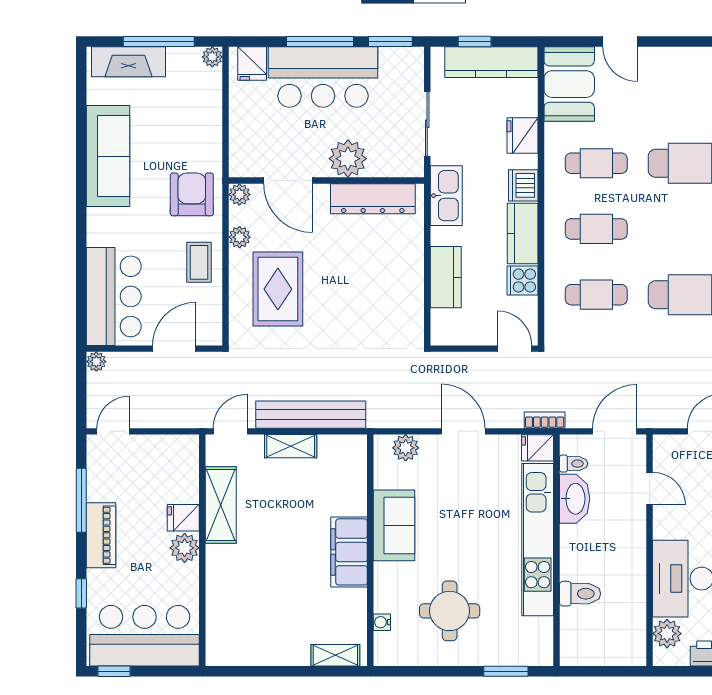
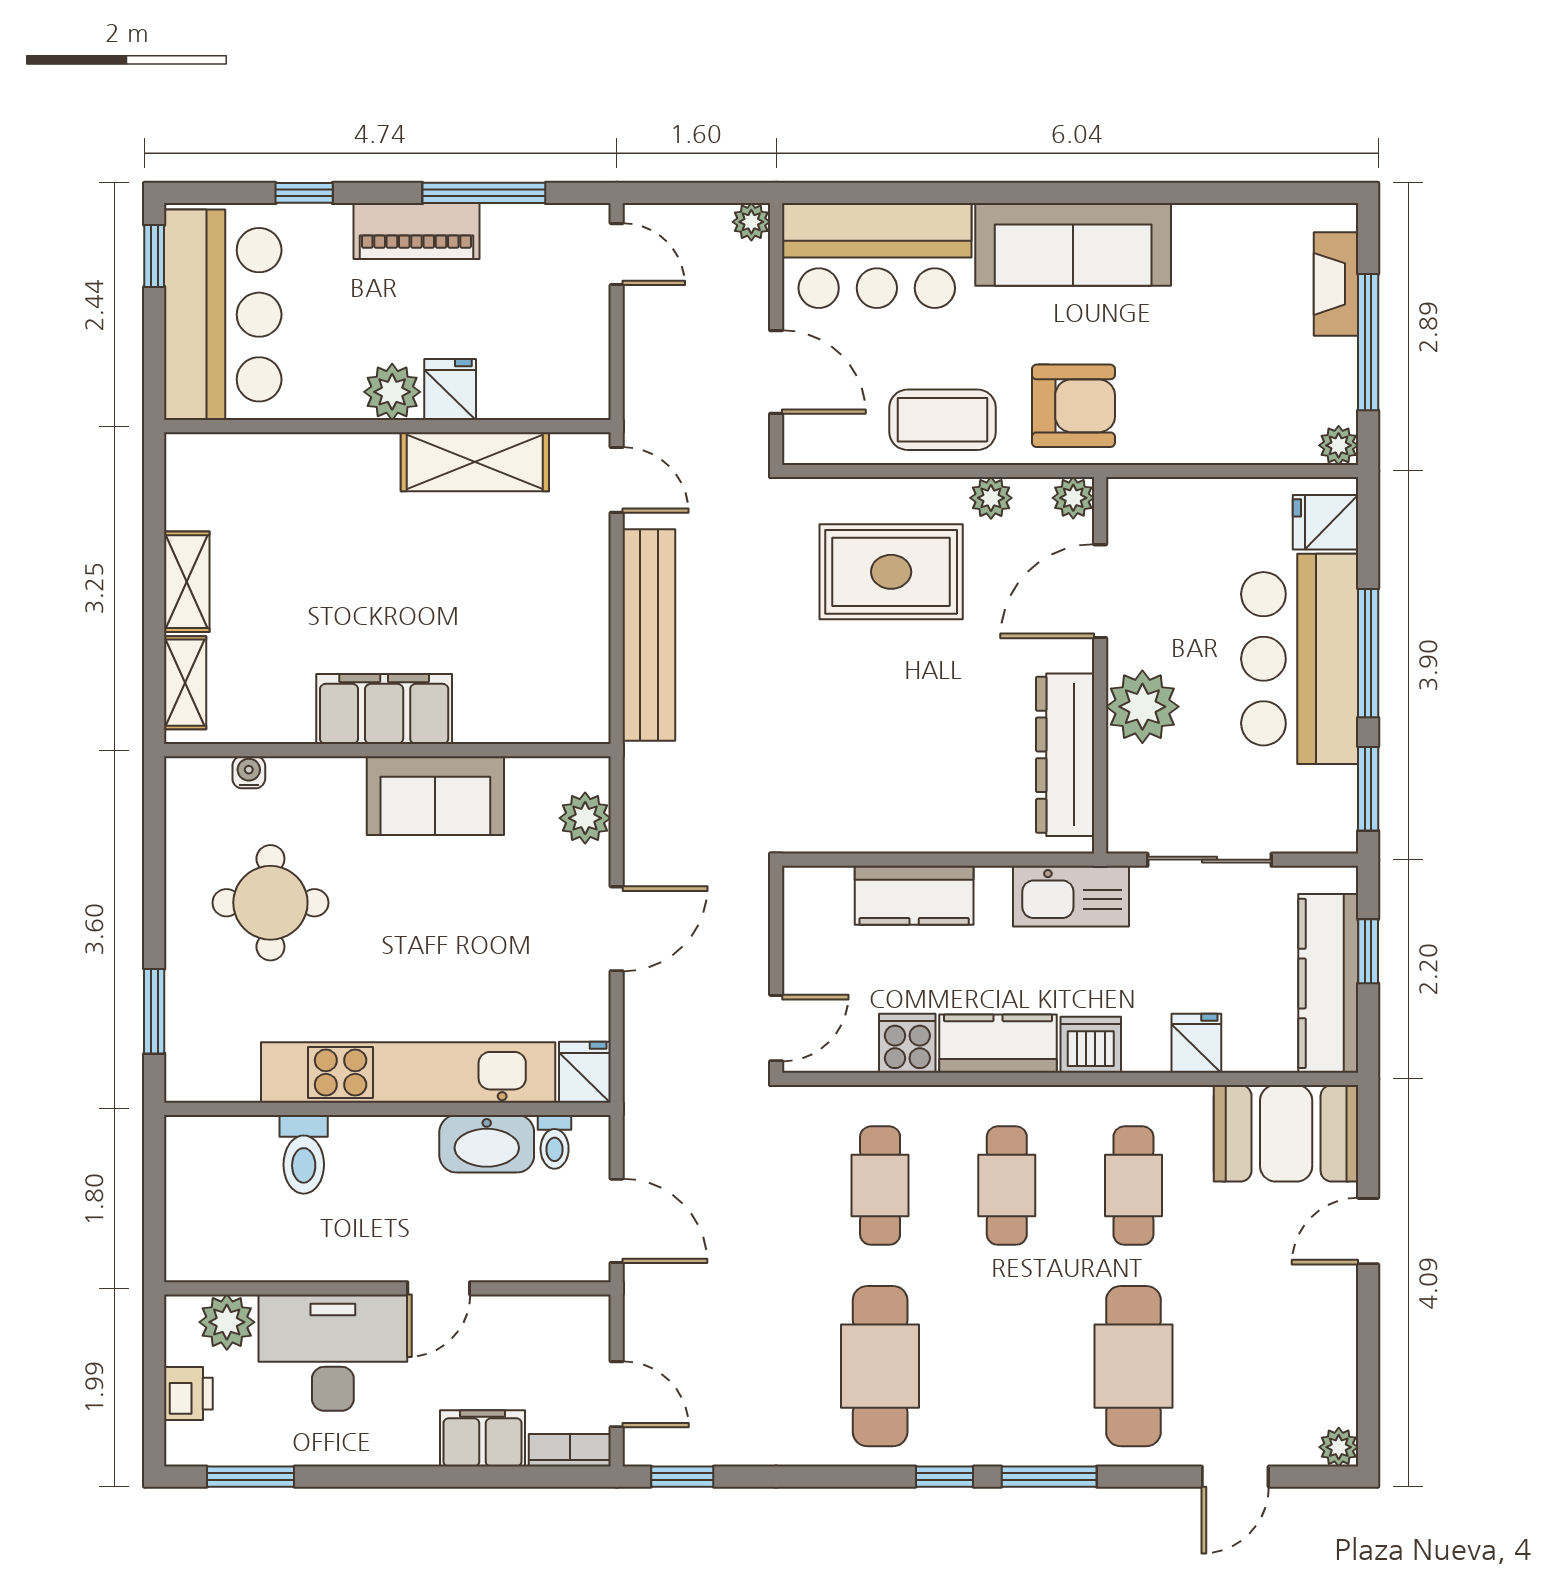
fireplace: (129, 62) -> (1336, 284), width x0.73, depth x0.76
fridge: (523, 136) -> (1196, 1043), width x0.72
sofa: (108, 156) -> (1073, 244), moved
coffee table: (199, 262) -> (943, 420), width x1.36, depth x1.30
bookcase: (545, 420) -> (638, 1086), removed
shelving: (291, 446) -> (187, 582), moved
door: (650, 489) -> (439, 1288), moved

